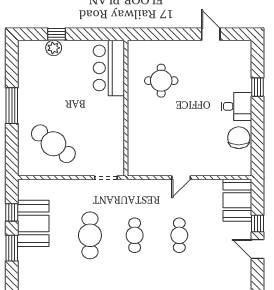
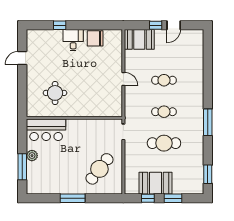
window: (56, 34) -> (22, 167), width x2.17
plant: (54, 48) -> (32, 156), moved

